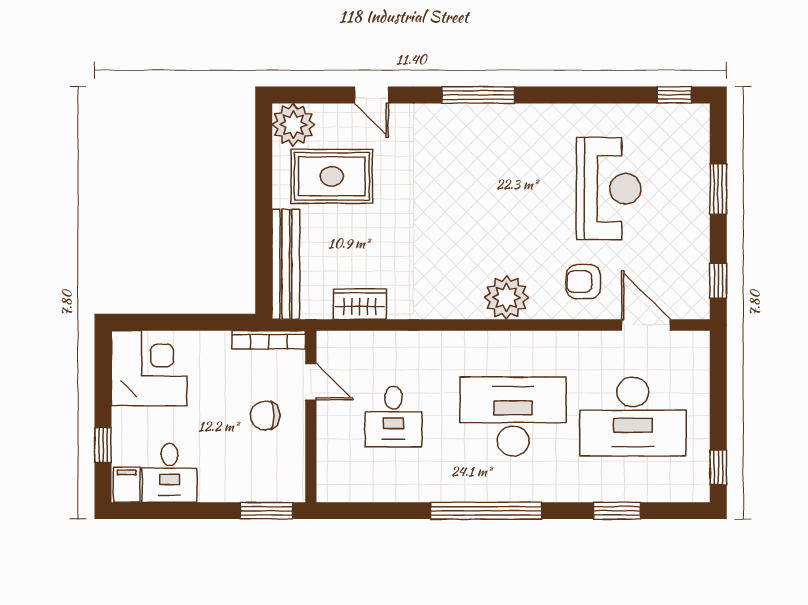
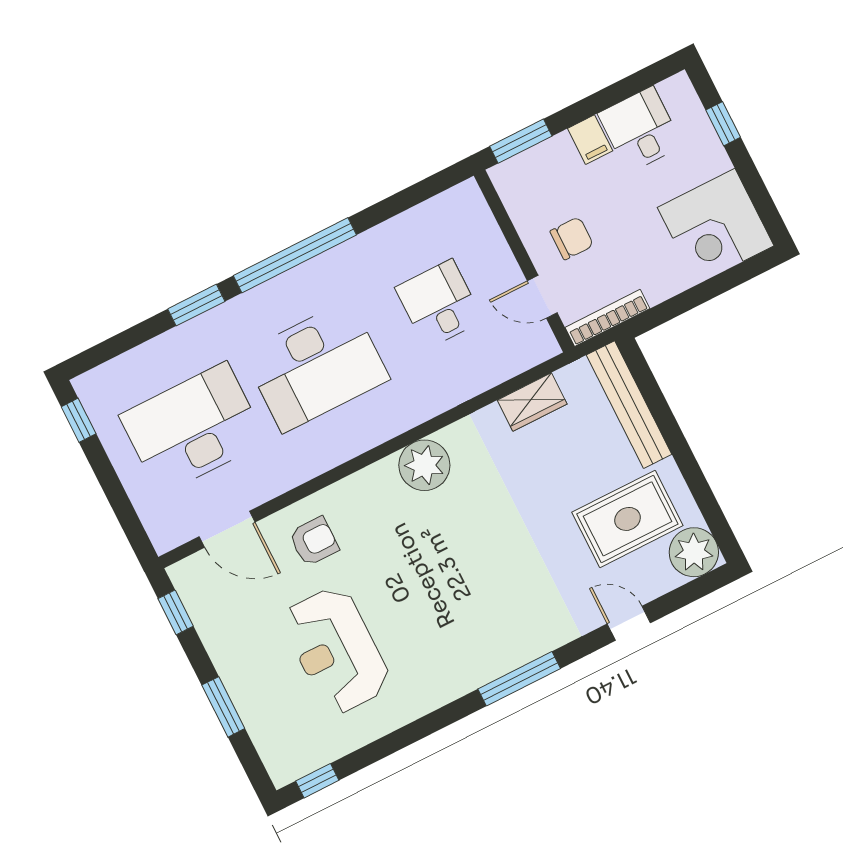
plant: (506, 297) -> (424, 465), moved
filing cabinet: (127, 485) -> (590, 140), moved
window: (617, 511) -> (196, 305), moved

